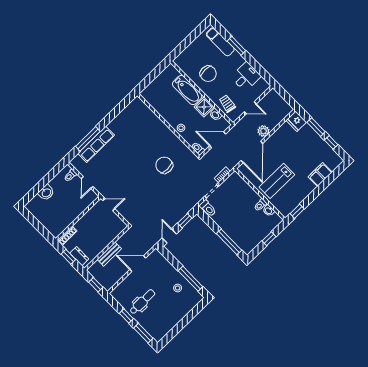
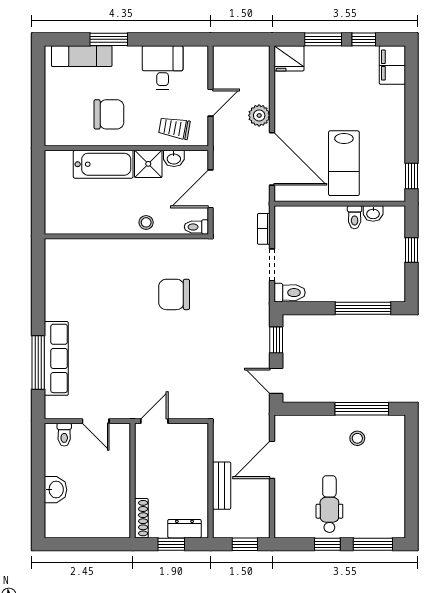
filing cabinet: (320, 174) -> (392, 65), moved

